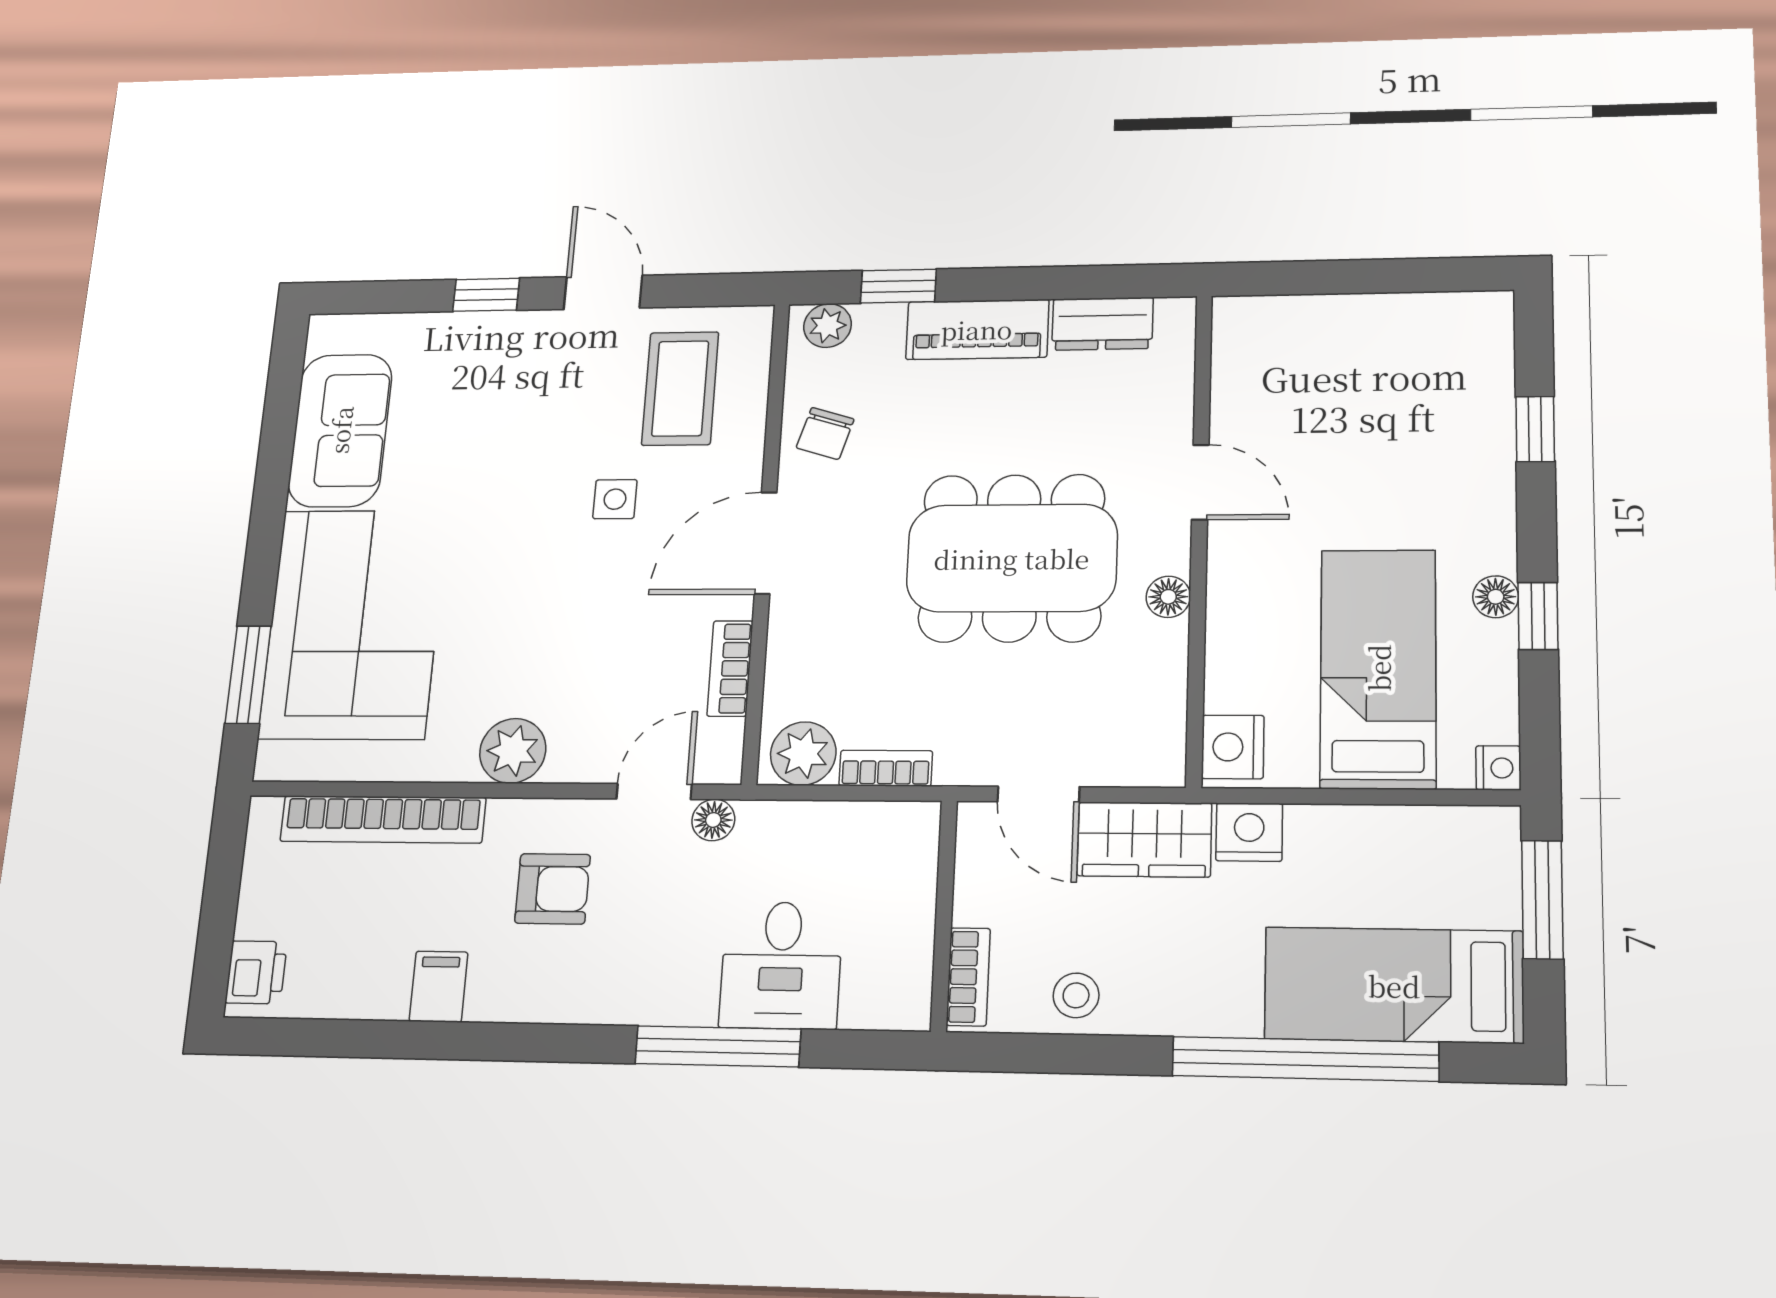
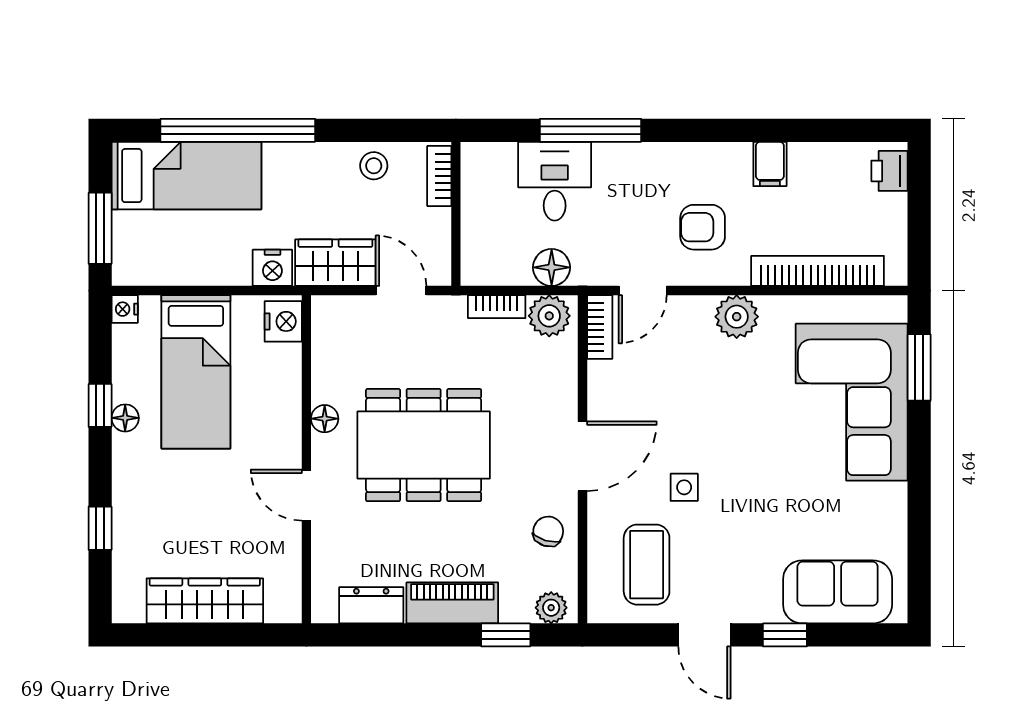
wardrobe: (1365, 325) -> (205, 601), added
sofa: (340, 430) -> (838, 592), moved, turned 90
bookcase: (730, 668) -> (600, 327), moved
floor lamp: (713, 820) -> (552, 267), moved, width x1.37, depth x1.37

